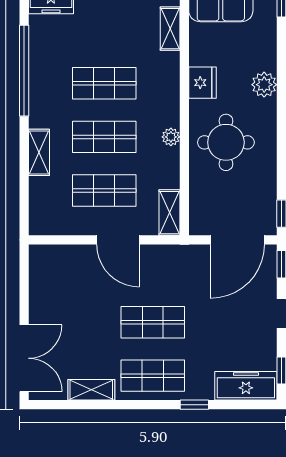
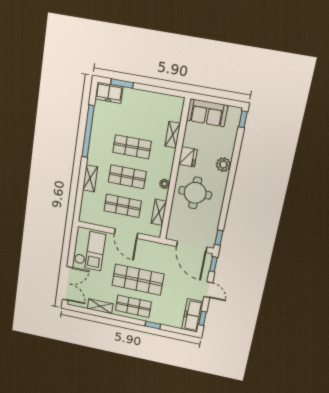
shelving: (170, 29) -> (173, 135), moved
shelving: (170, 213) -> (159, 212), moved
door: (237, 240) -> (192, 247), hinge flipped
checkout: (57, 285) -> (90, 250), added
shop shelf: (153, 322) -> (138, 280), width x1.43, depth x1.36
freezer: (246, 386) -> (192, 315), moved, turned -90

